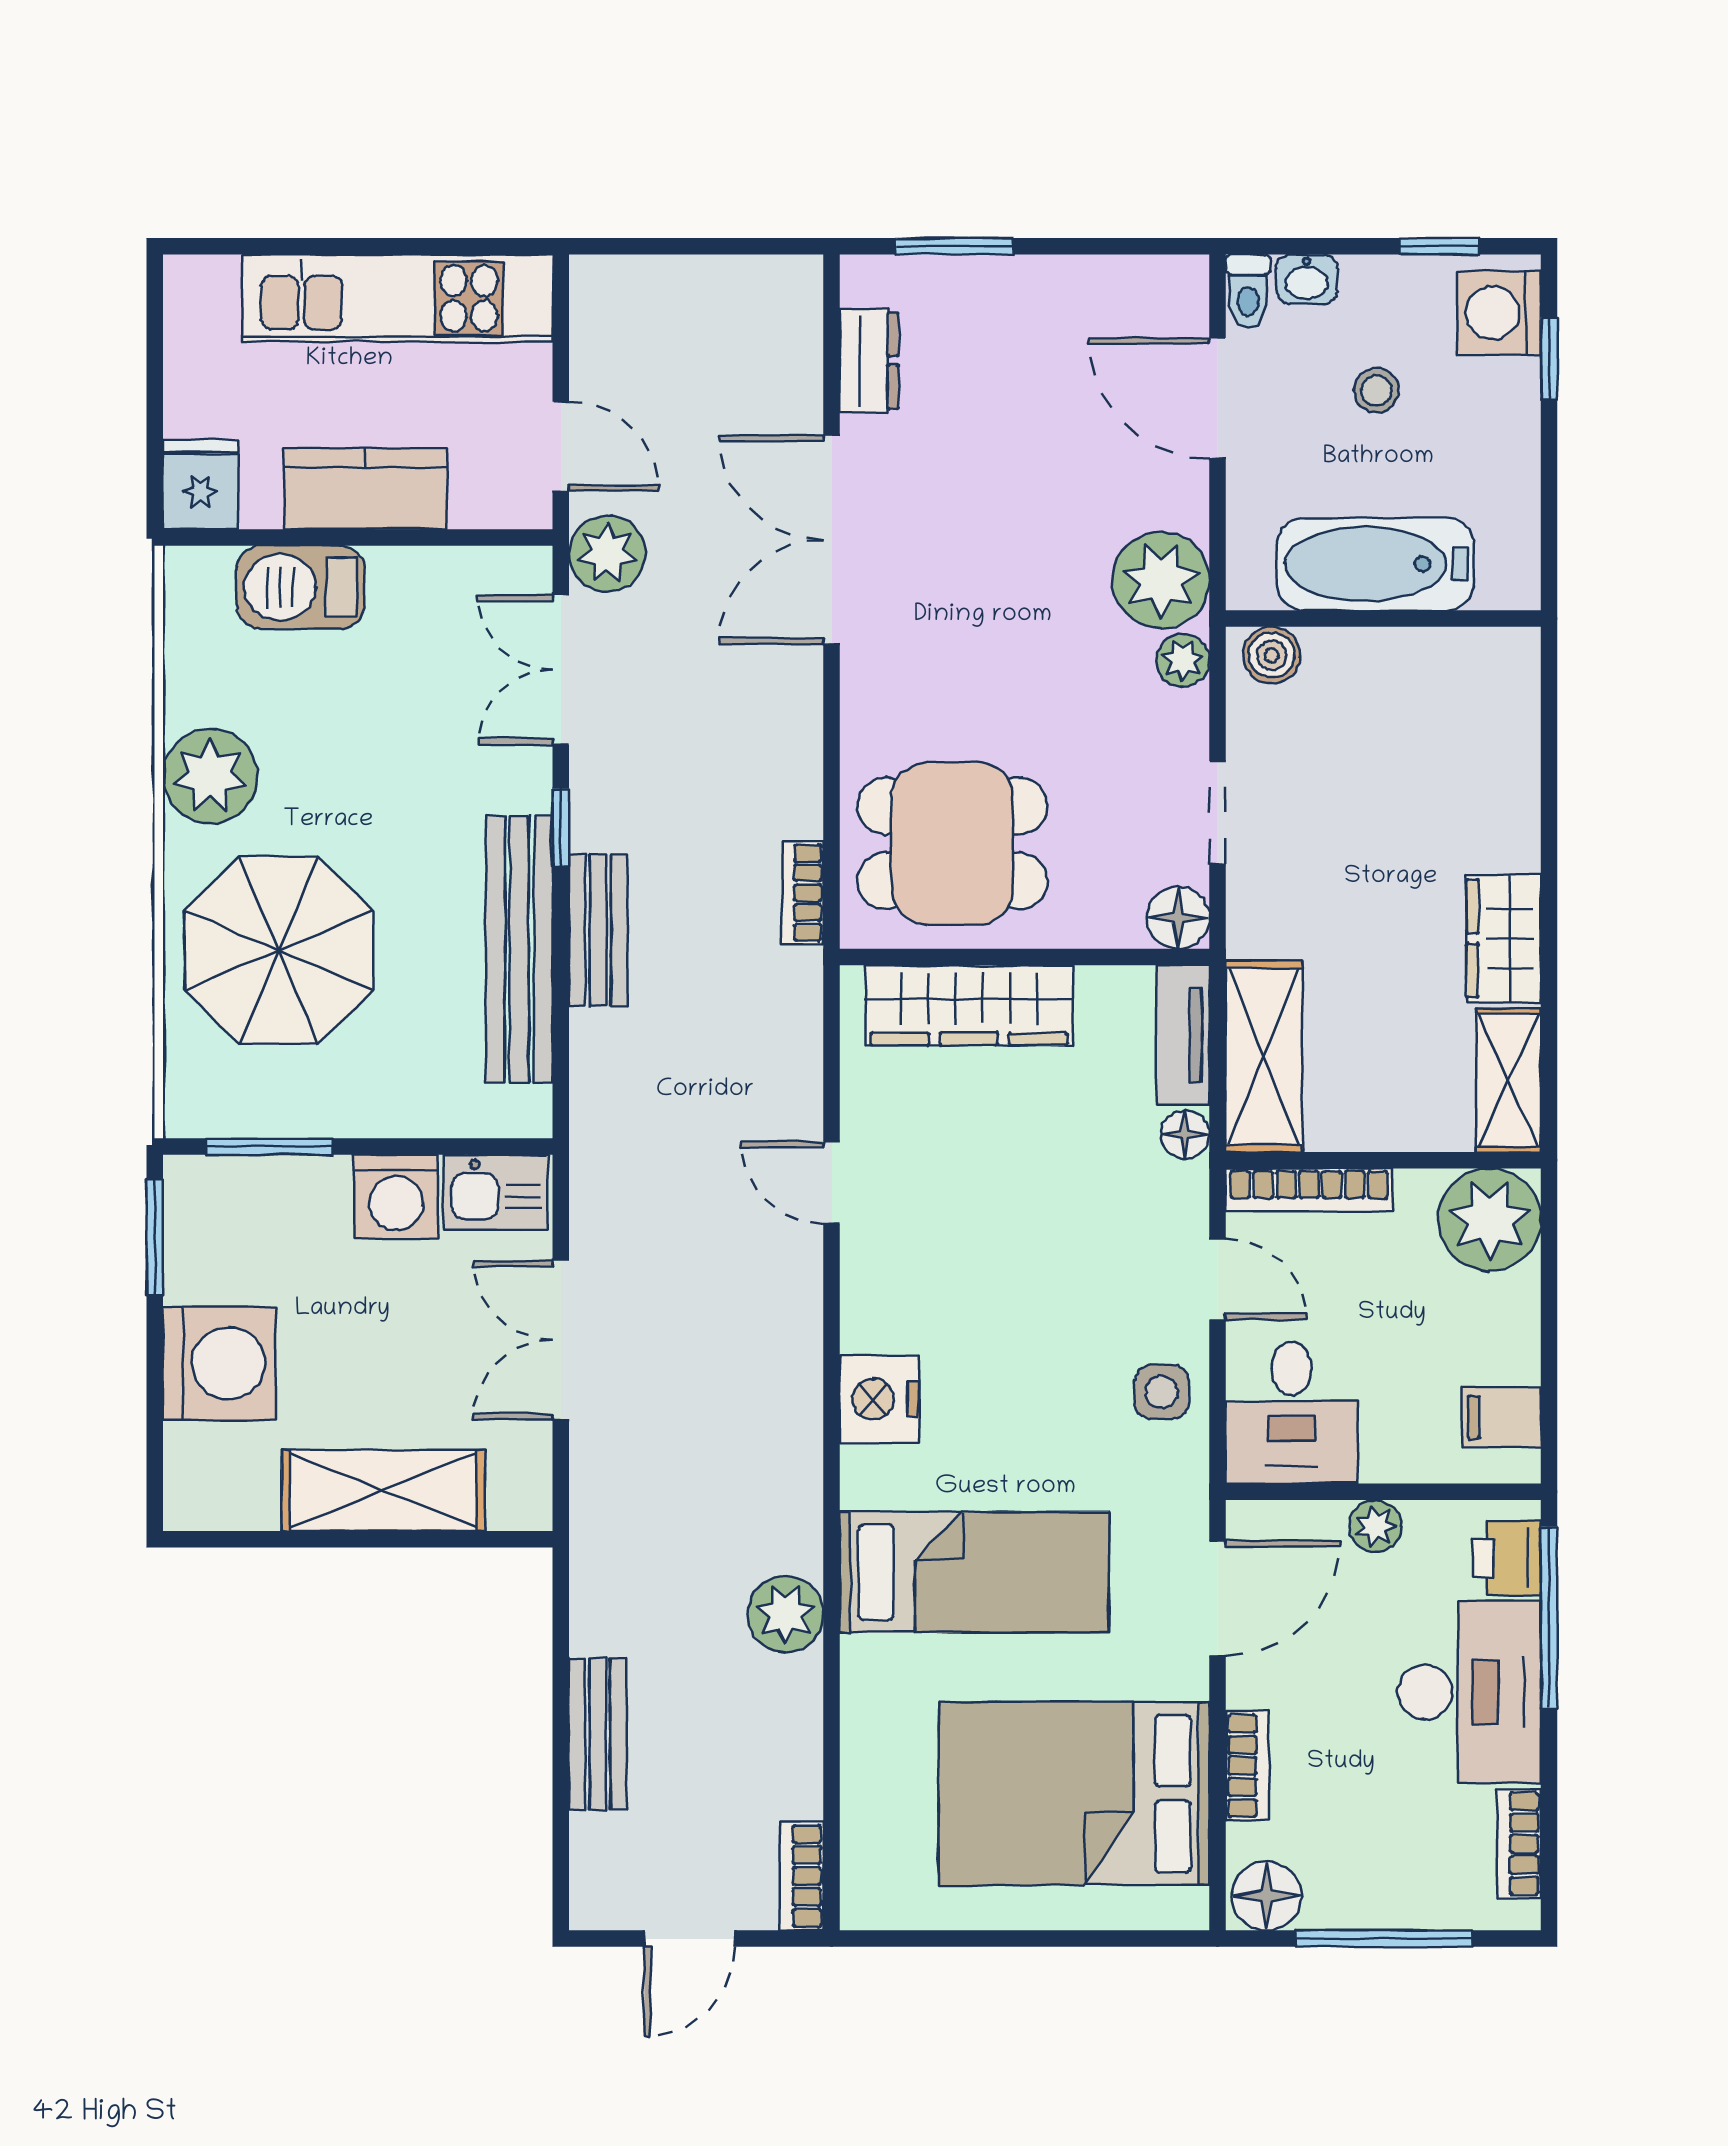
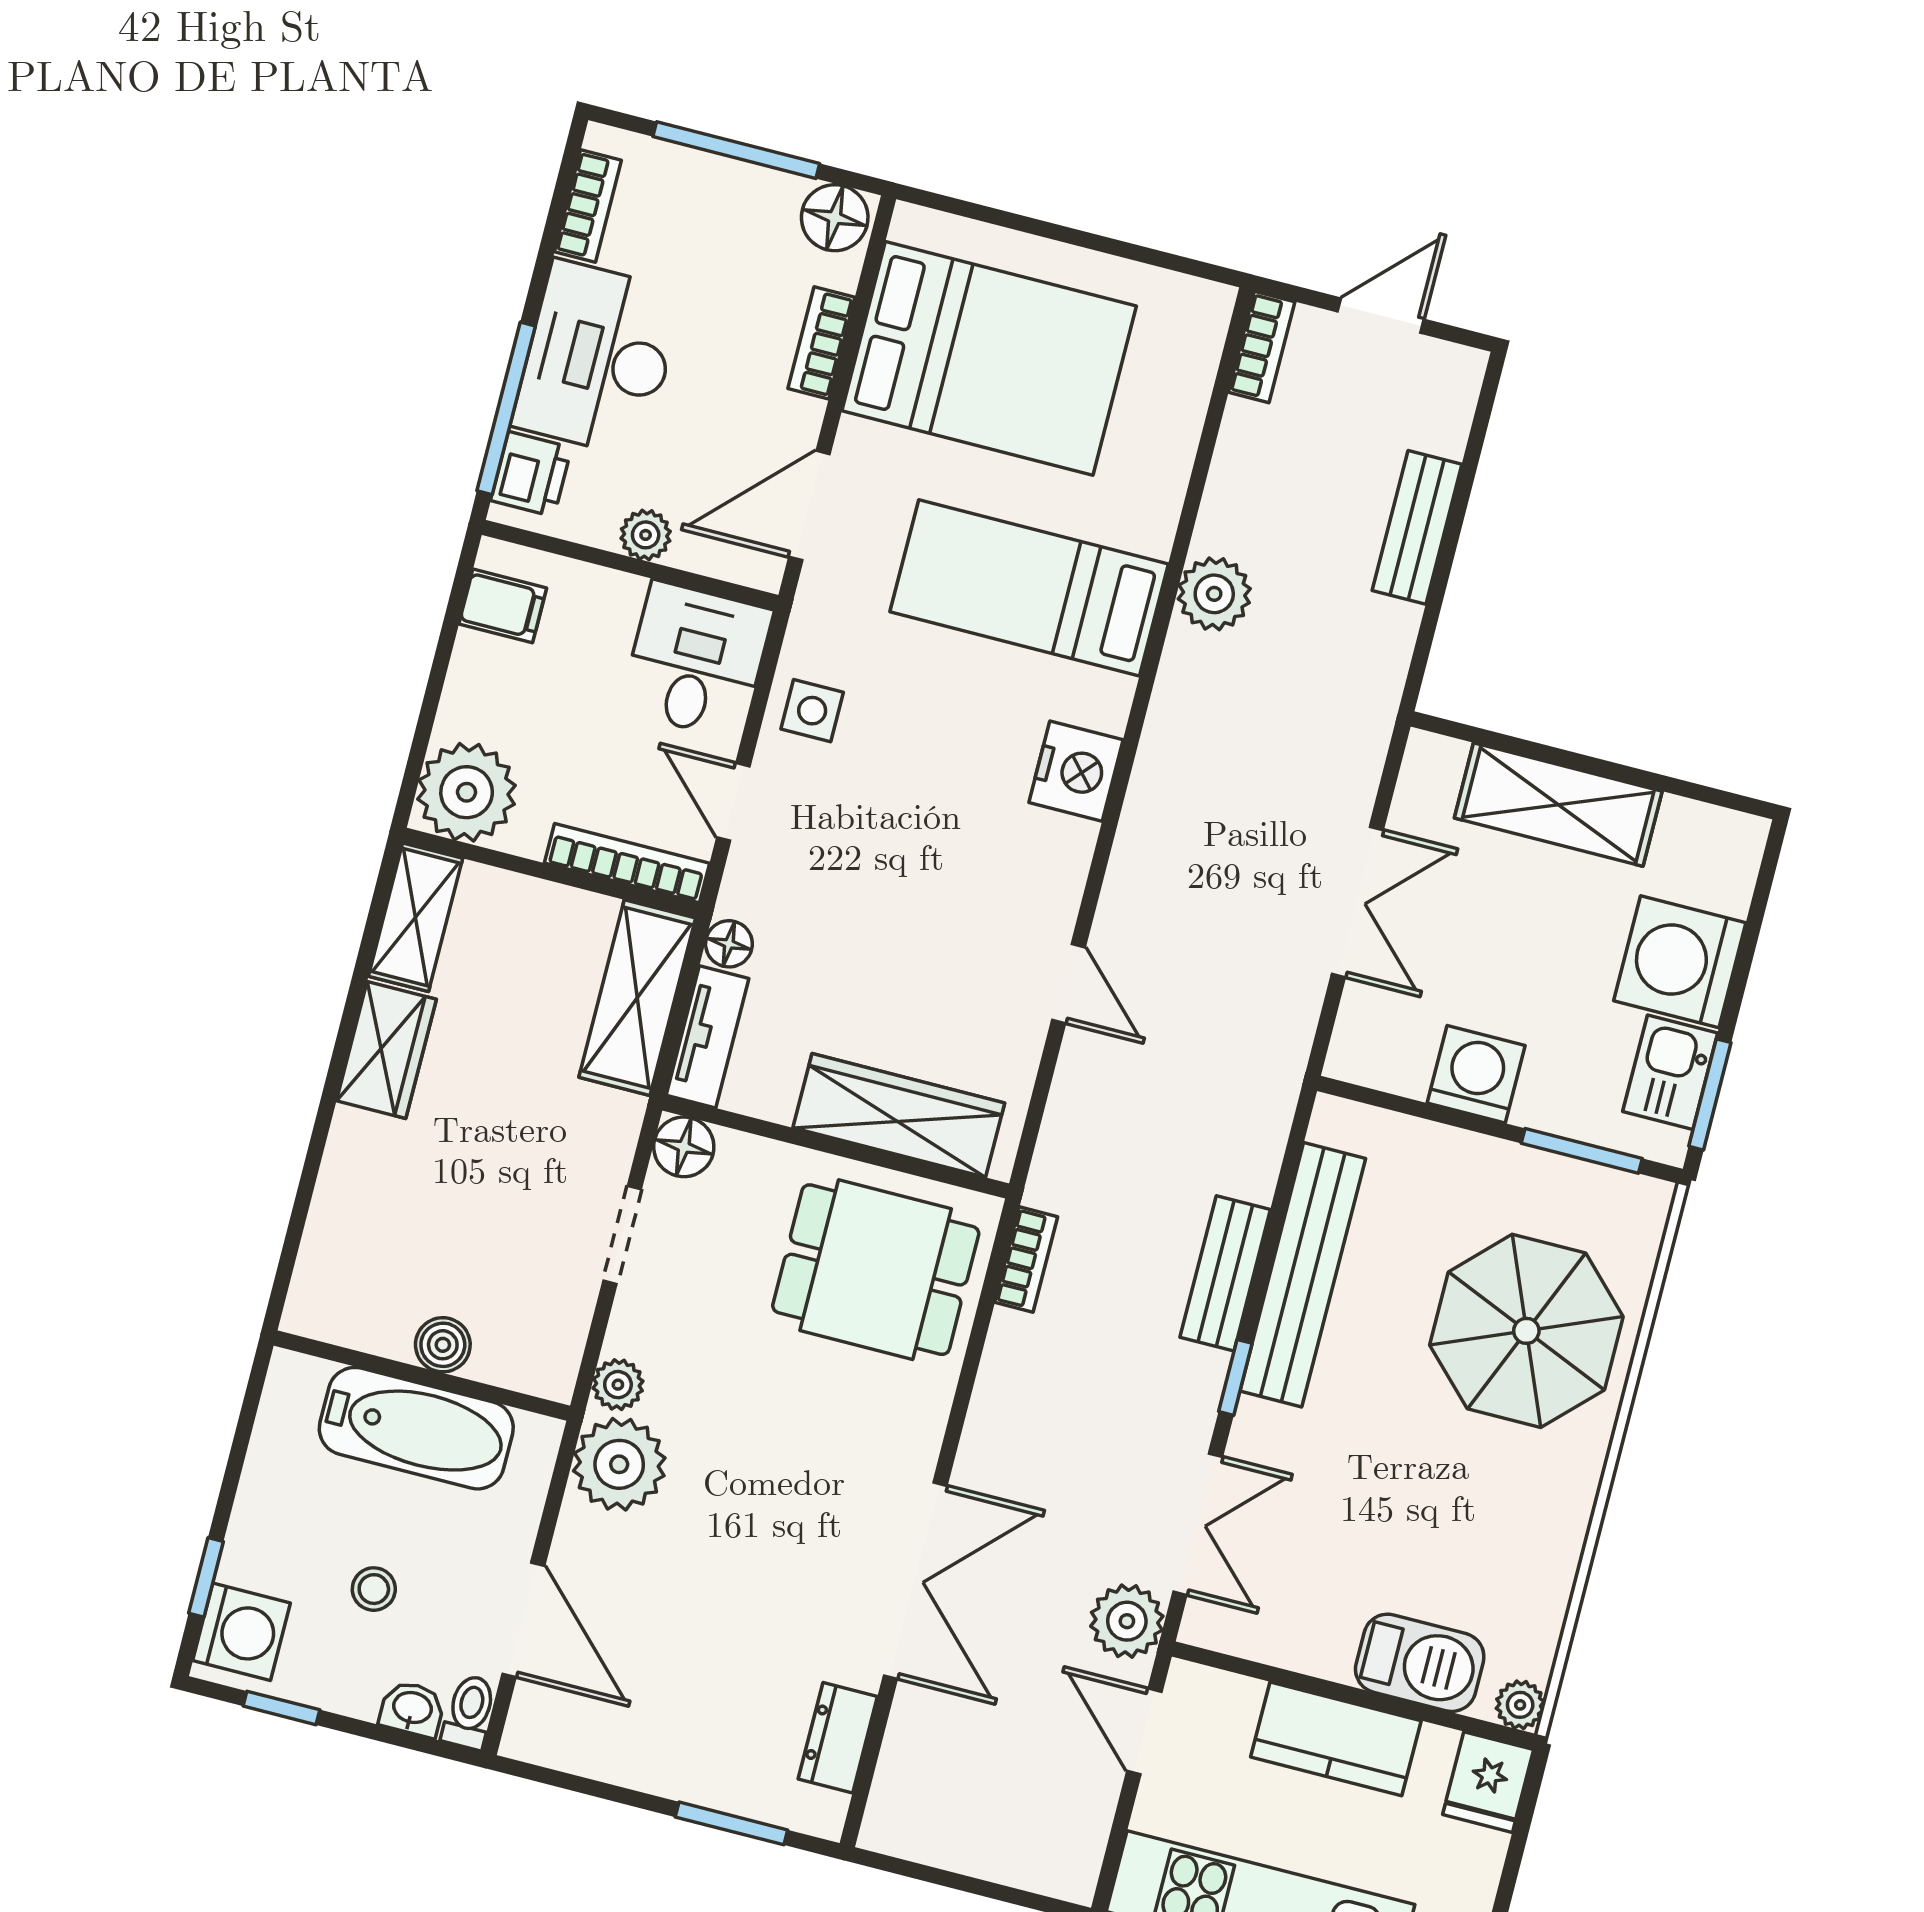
boiler: (1272, 655) -> (443, 1345), moved
plant: (210, 776) -> (1520, 1705), moved, width x0.53, depth x0.53
kitchen sink: (496, 1192) -> (1670, 1072), moved, turned -90

